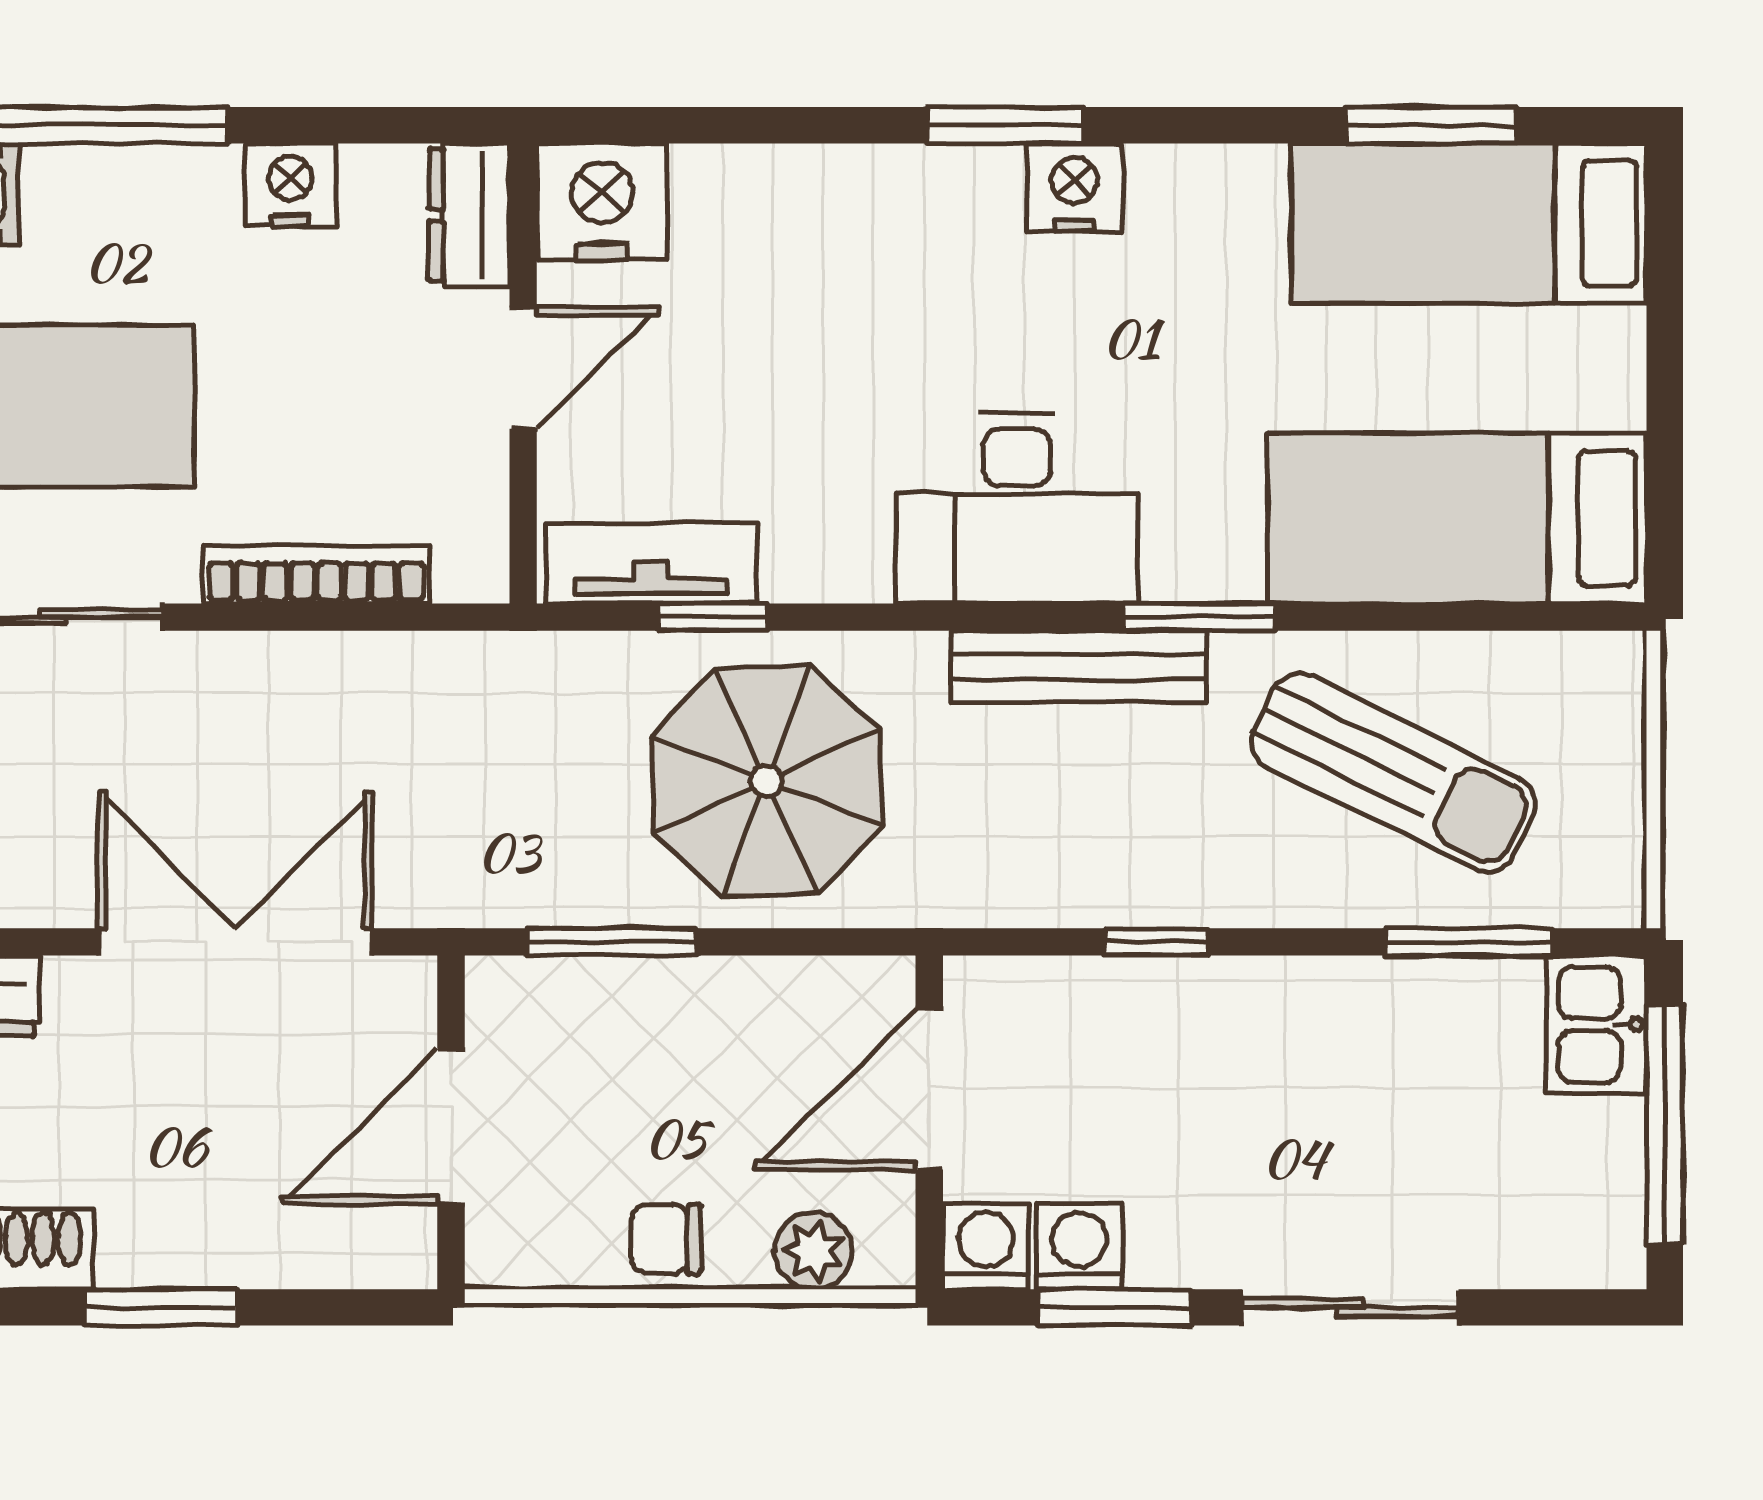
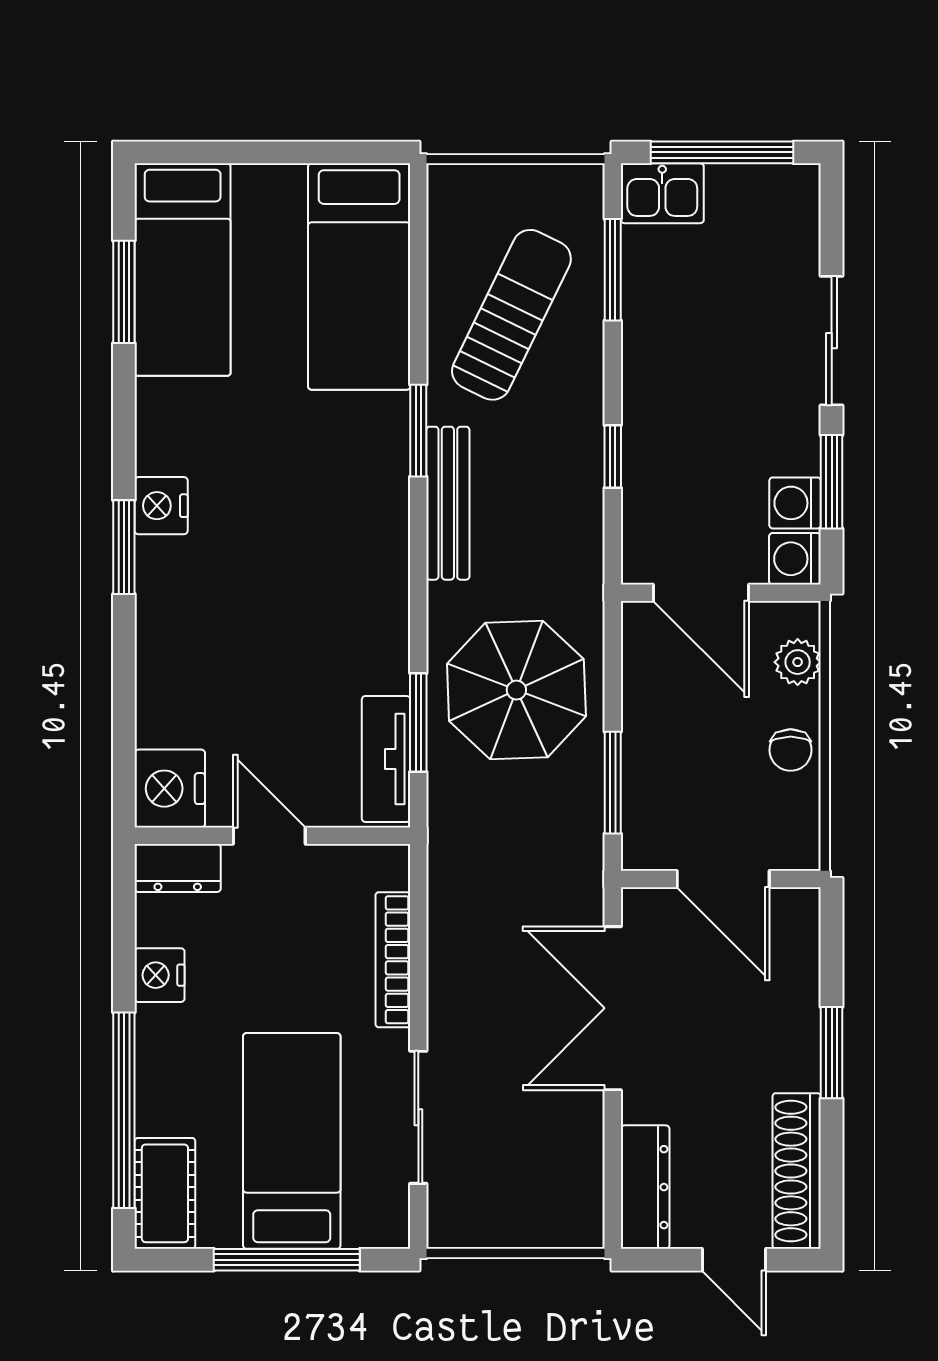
desk: (1017, 509) -> (353, 540), removed
window: (712, 617) -> (418, 722), width x1.50

